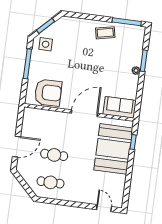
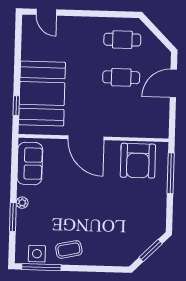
side table: (46, 44) -> (37, 254), moved
window: (27, 64) -> (171, 173), moved
armchair: (48, 93) -> (138, 161), turned -89
sofa: (120, 107) -> (30, 163), moved, turned -90
door: (84, 113) -> (86, 138), hinge flipped

